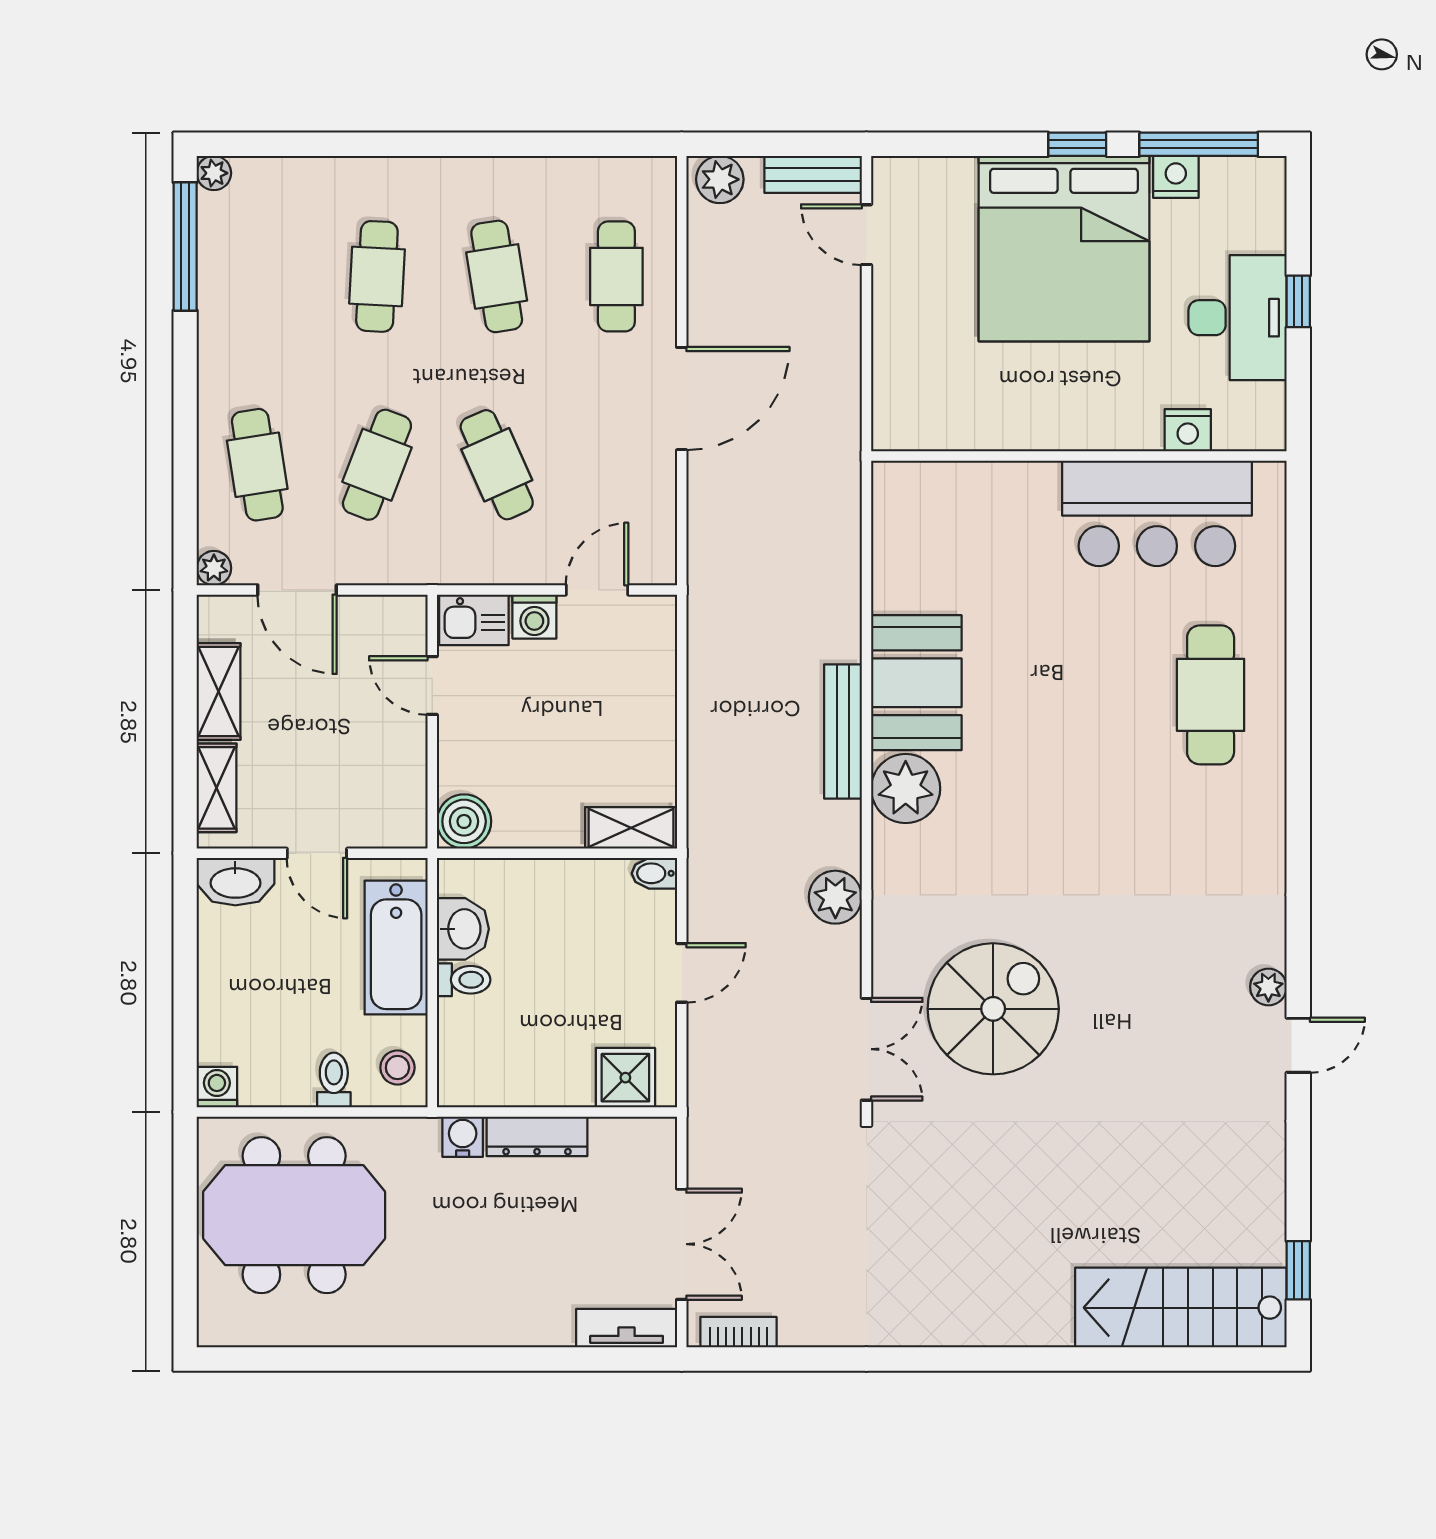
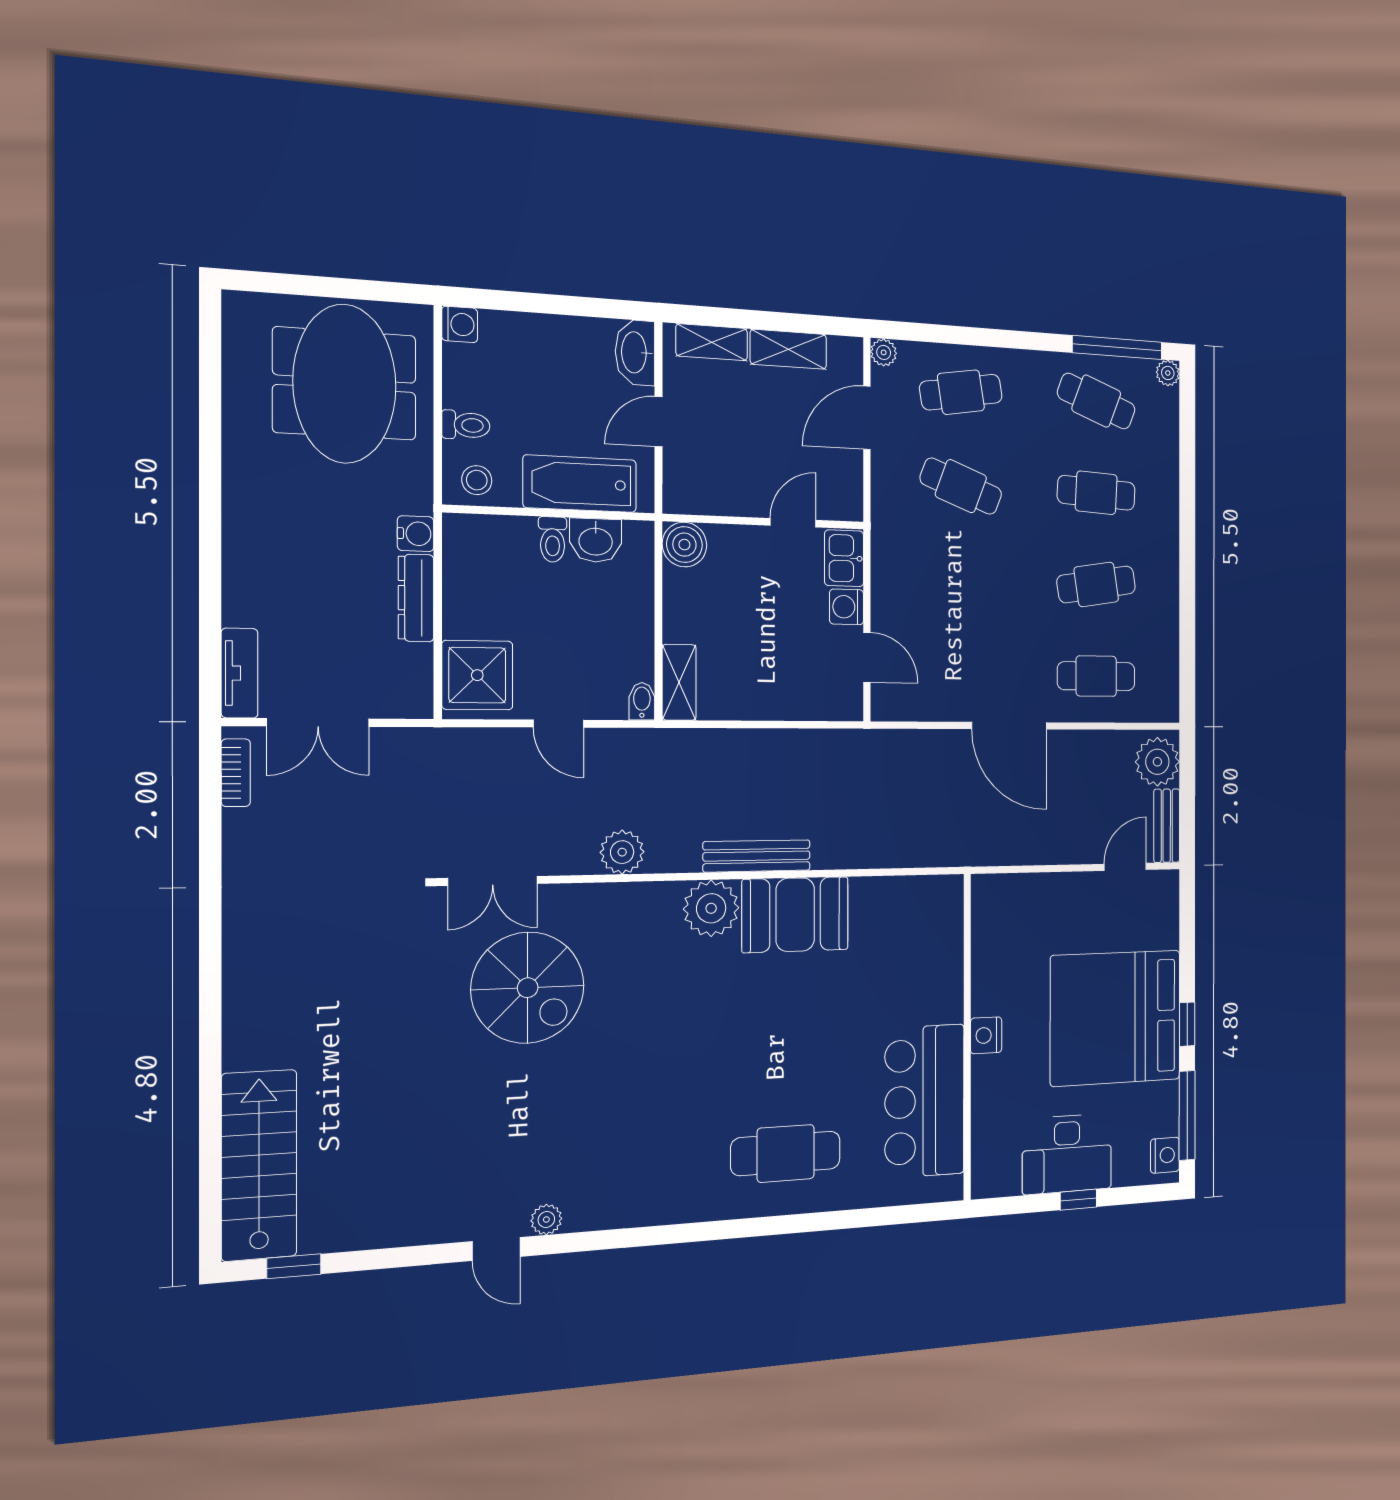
nightstand: (1176, 177) -> (1165, 1155), moved
plant: (720, 179) -> (1157, 762), width x1.36, depth x1.36
nightstand: (1188, 430) -> (986, 1035), moved
cafe table: (497, 465) -> (1096, 401), moved, turned 45
shower: (625, 1078) -> (477, 675), width x1.36, depth x1.36

